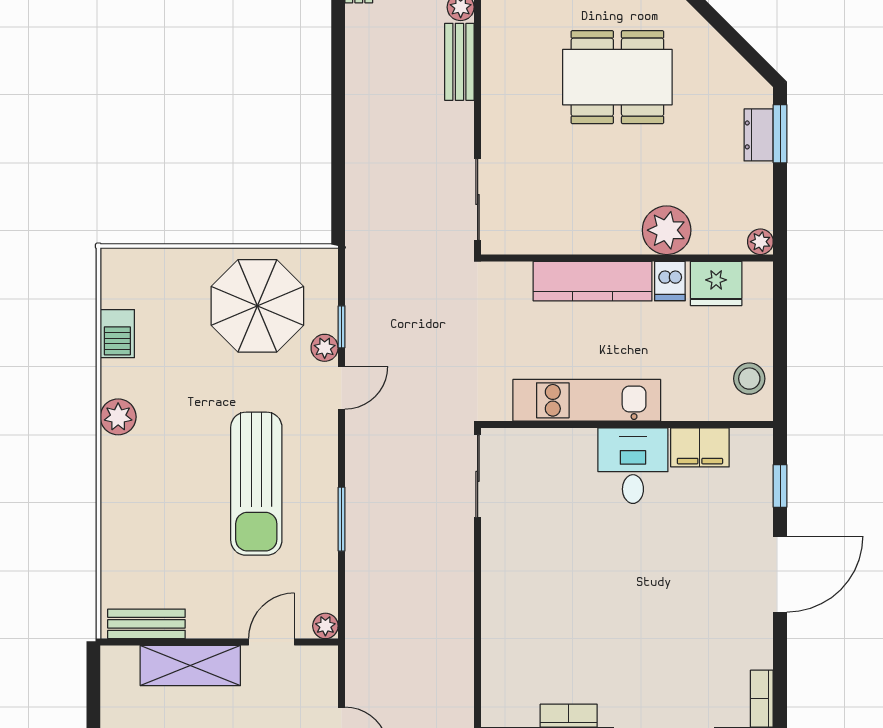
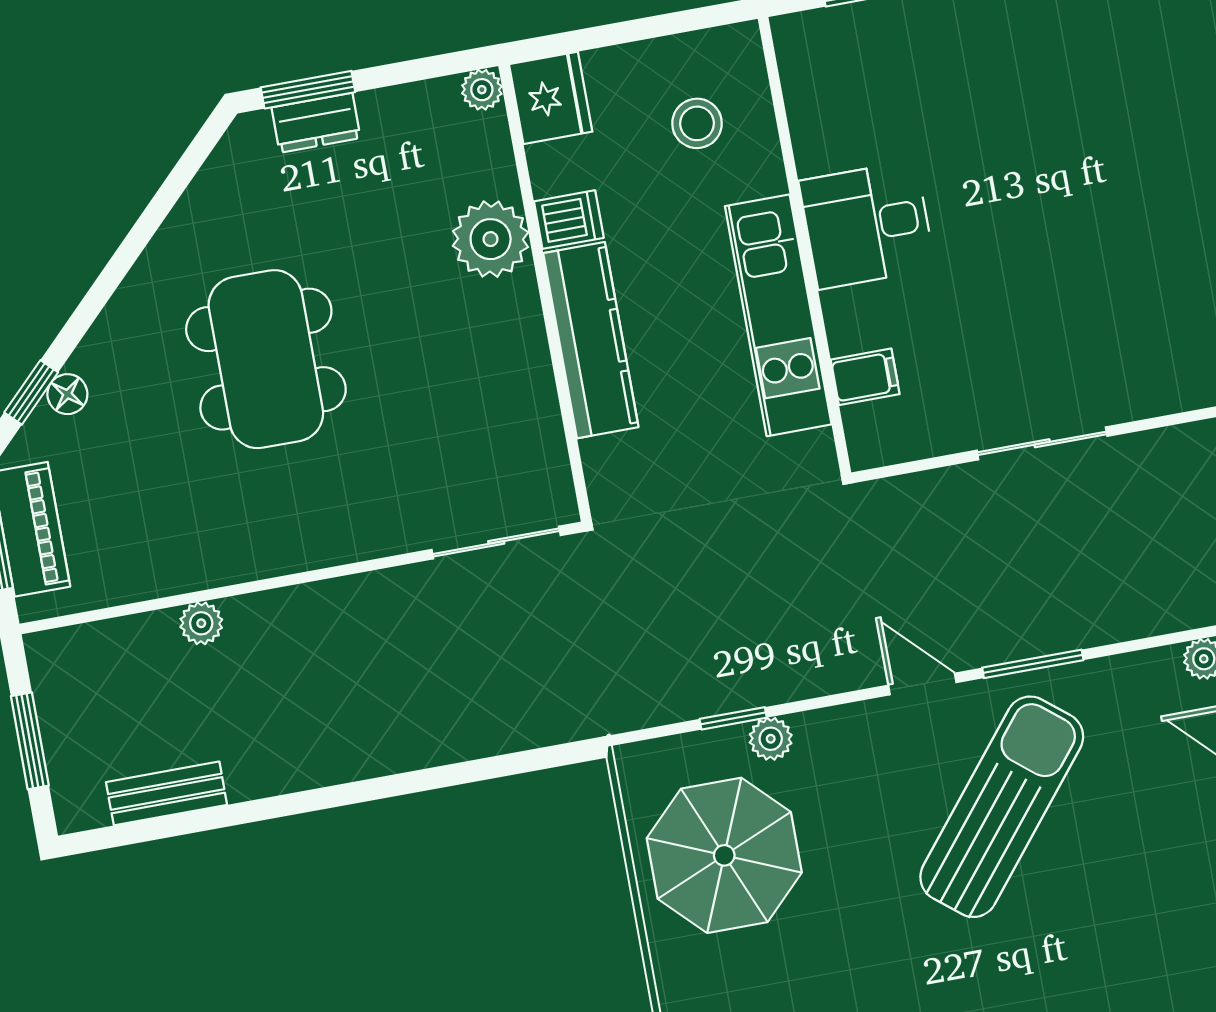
bench: (459, 62) -> (287, 610), removed
fridge: (716, 283) -> (551, 98), moved
stool: (749, 379) -> (697, 123), moved
door: (342, 388) -> (922, 684), moved
filing cabinet: (700, 447) -> (865, 377), moved, width x0.50
sliding door: (478, 476) -> (1042, 443), moved
sun lounger: (256, 484) -> (1002, 807), turned -51

